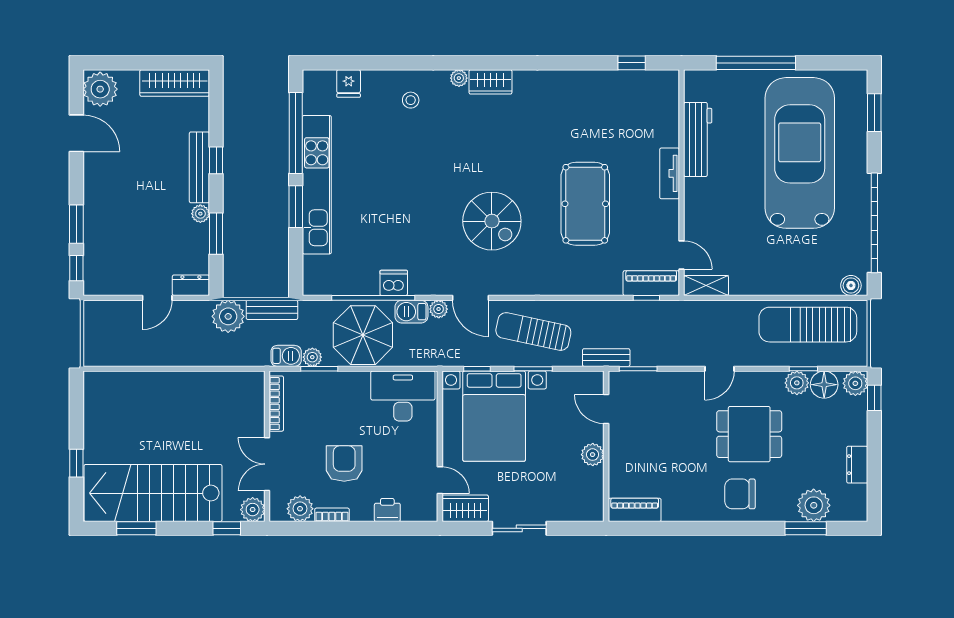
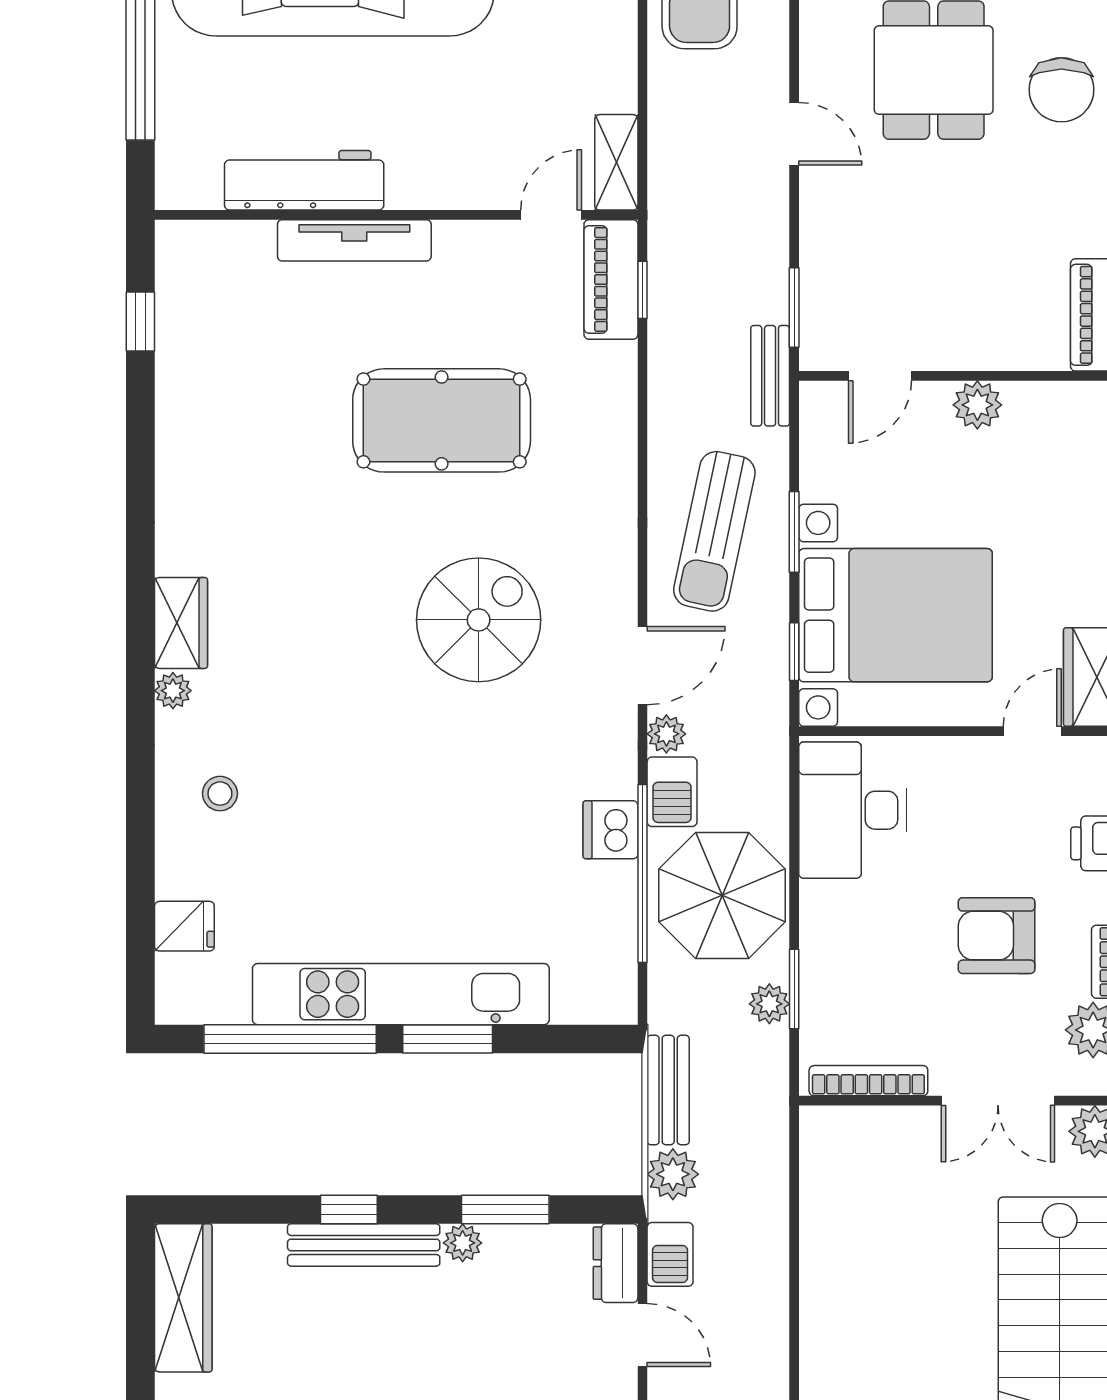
tv unit: (670, 173) -> (354, 240), width x1.41
plant: (228, 316) -> (673, 1174), width x0.73, depth x0.73
barbecue: (286, 356) -> (670, 1254), moved, turned 180

